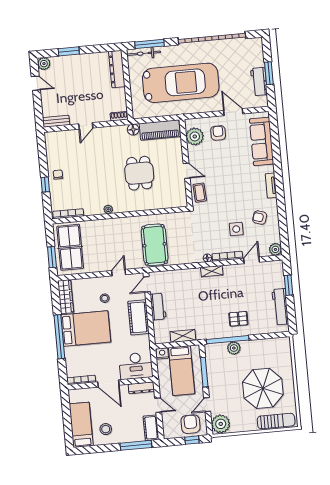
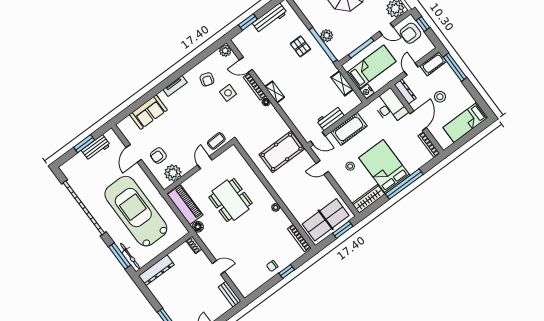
sofa: (262, 141) -> (148, 112), width x0.73
dining table: (139, 173) -> (231, 200), width x1.38
stool: (106, 429) -> (440, 97), moved

